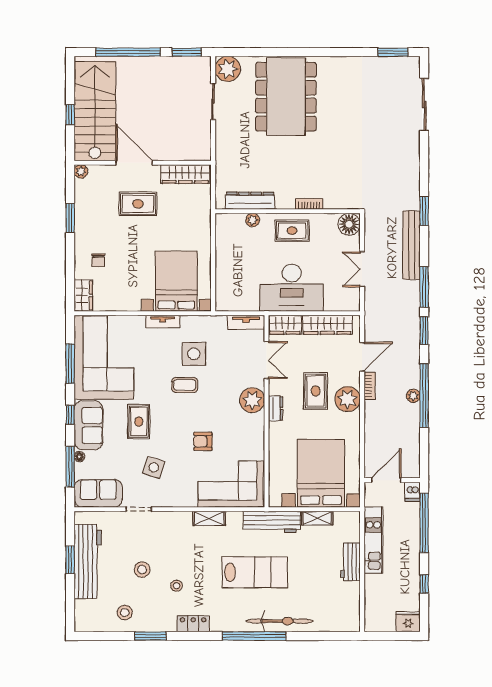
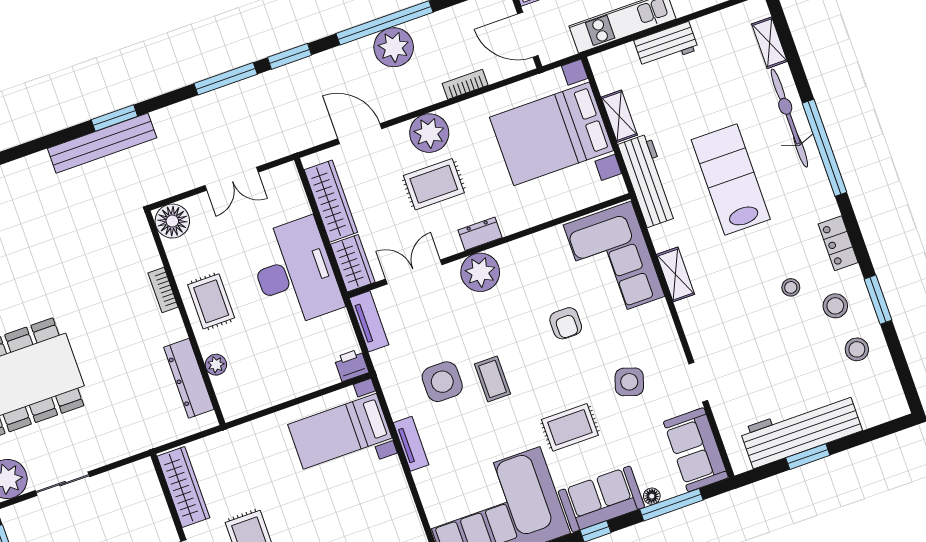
bench: (411, 245) -> (102, 143), moved
bed with nightstands: (176, 281) -> (340, 431), width x0.73
printer: (223, 302) -> (351, 365), added
bookcase: (370, 386) -> (465, 84), moved
plant: (413, 396) -> (394, 47), width x1.88, depth x1.88
stool: (142, 570) -> (835, 306), moved
shelving: (330, 625) -> (770, 43), added

